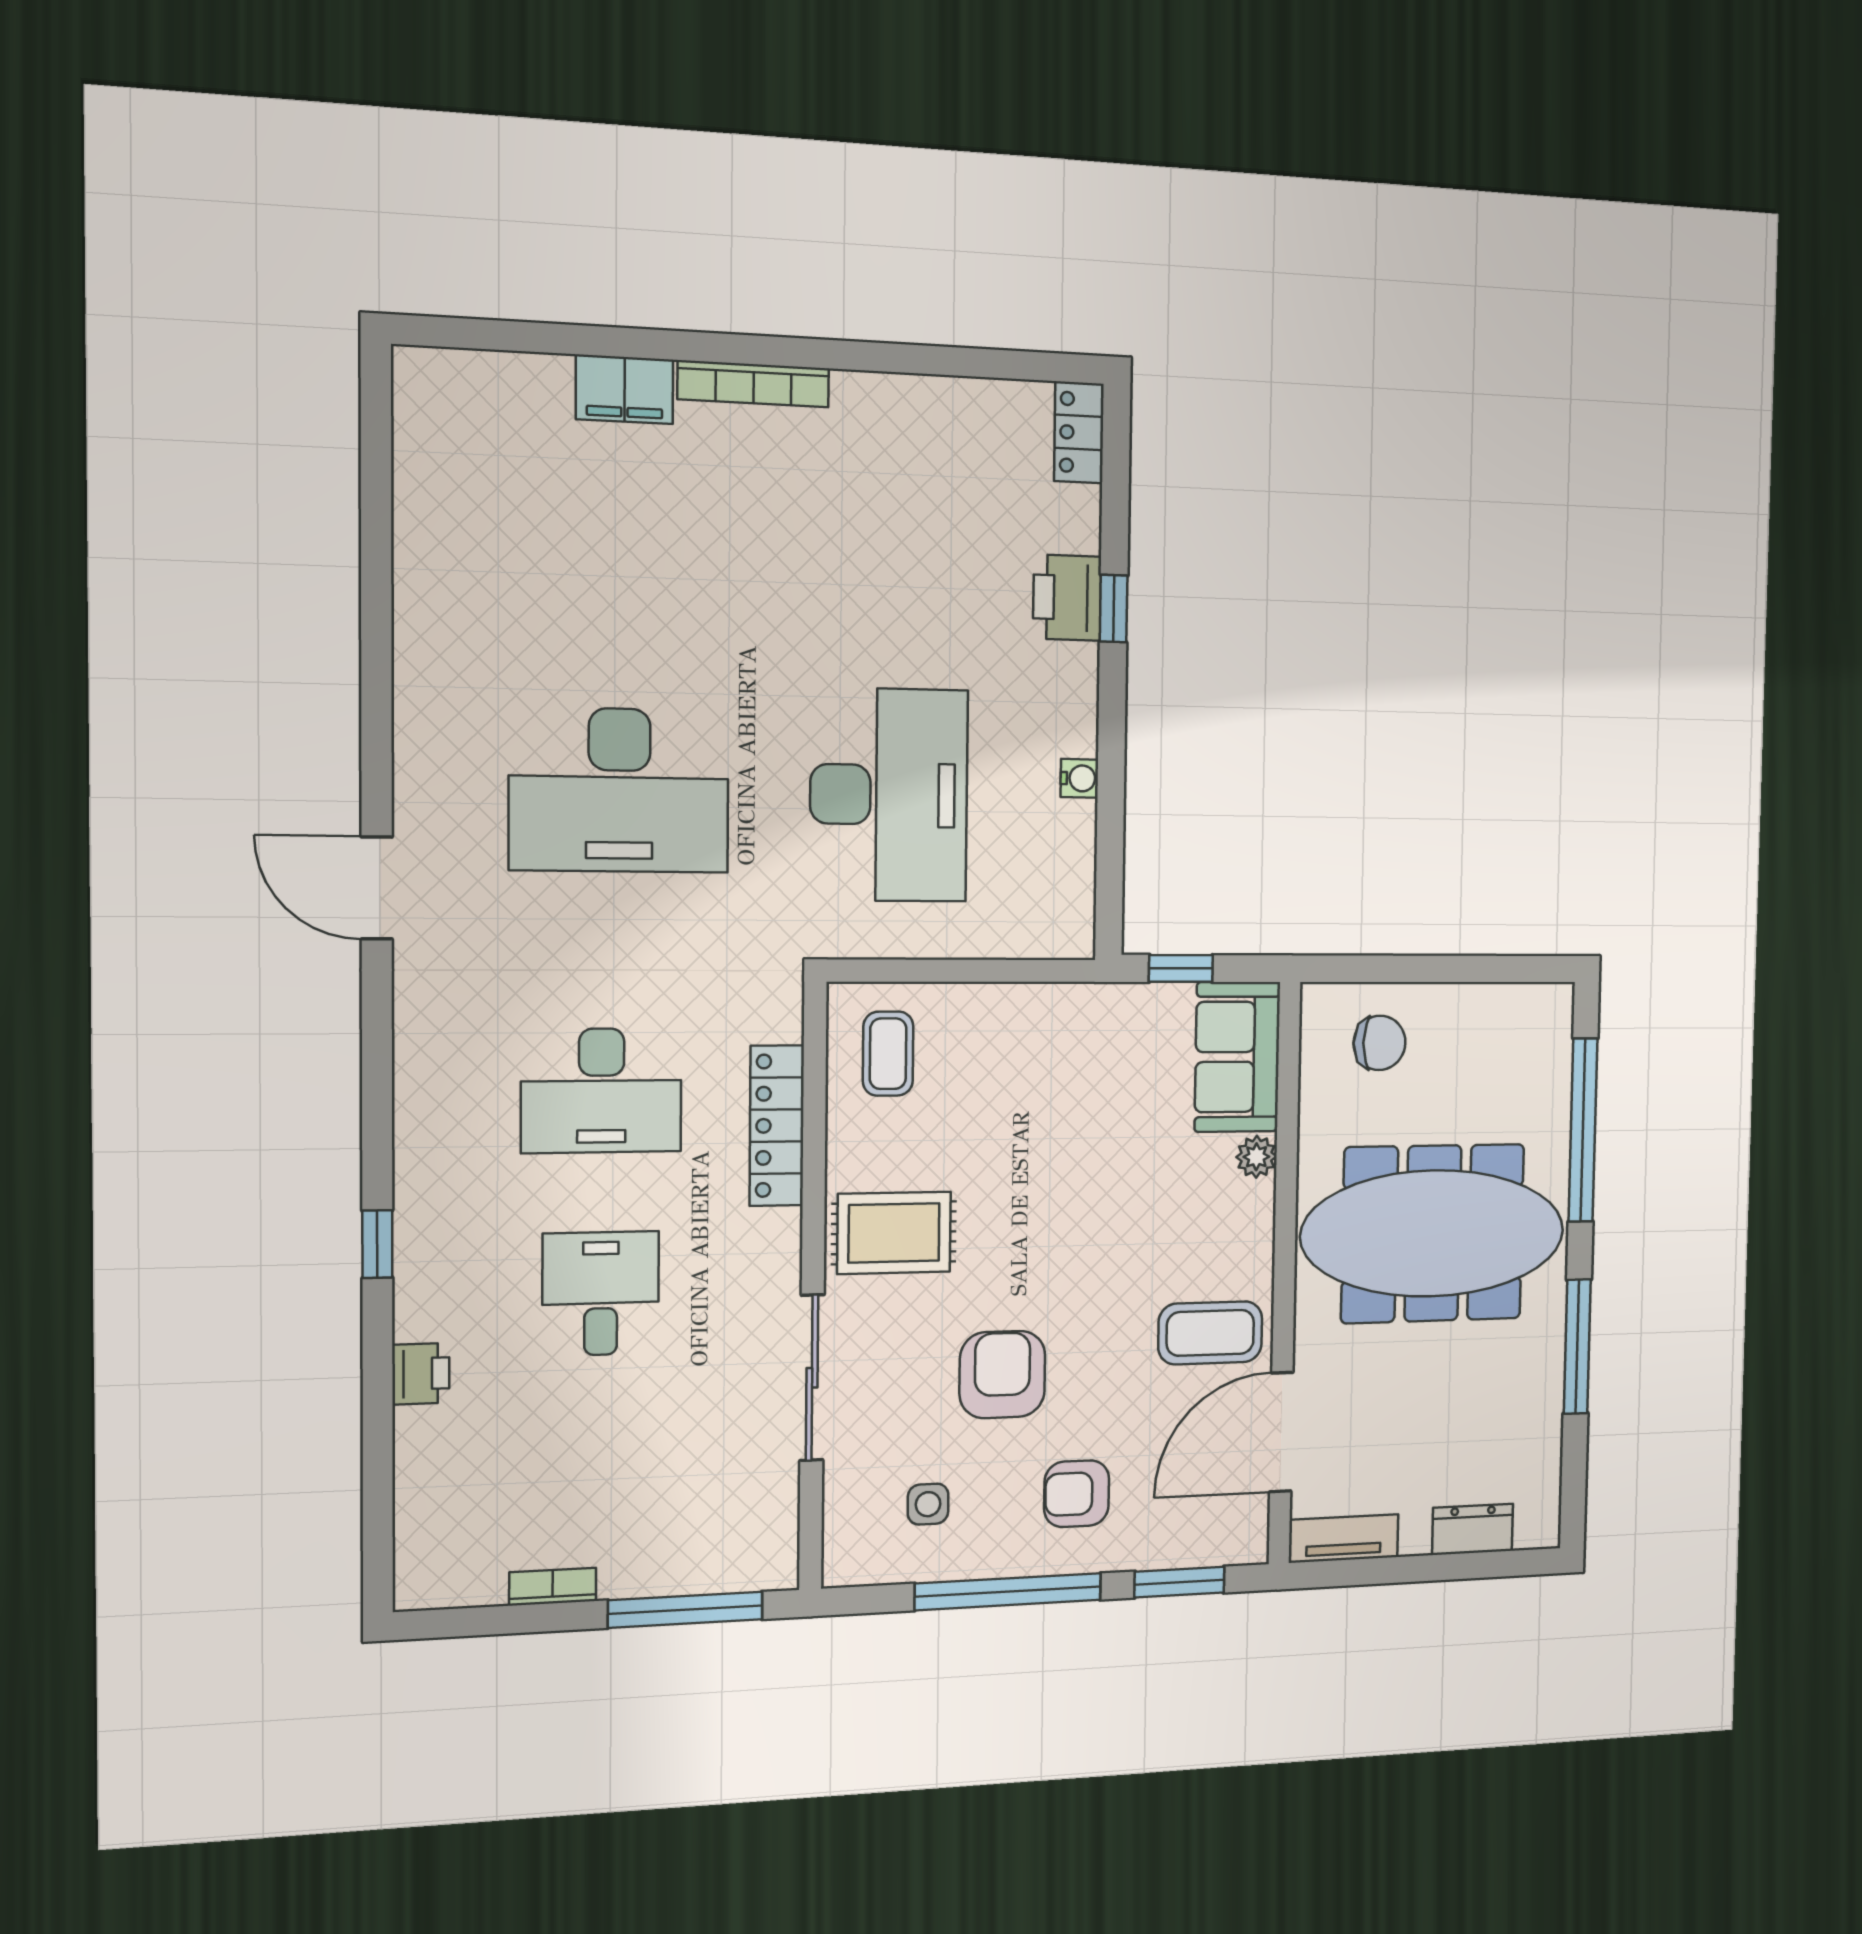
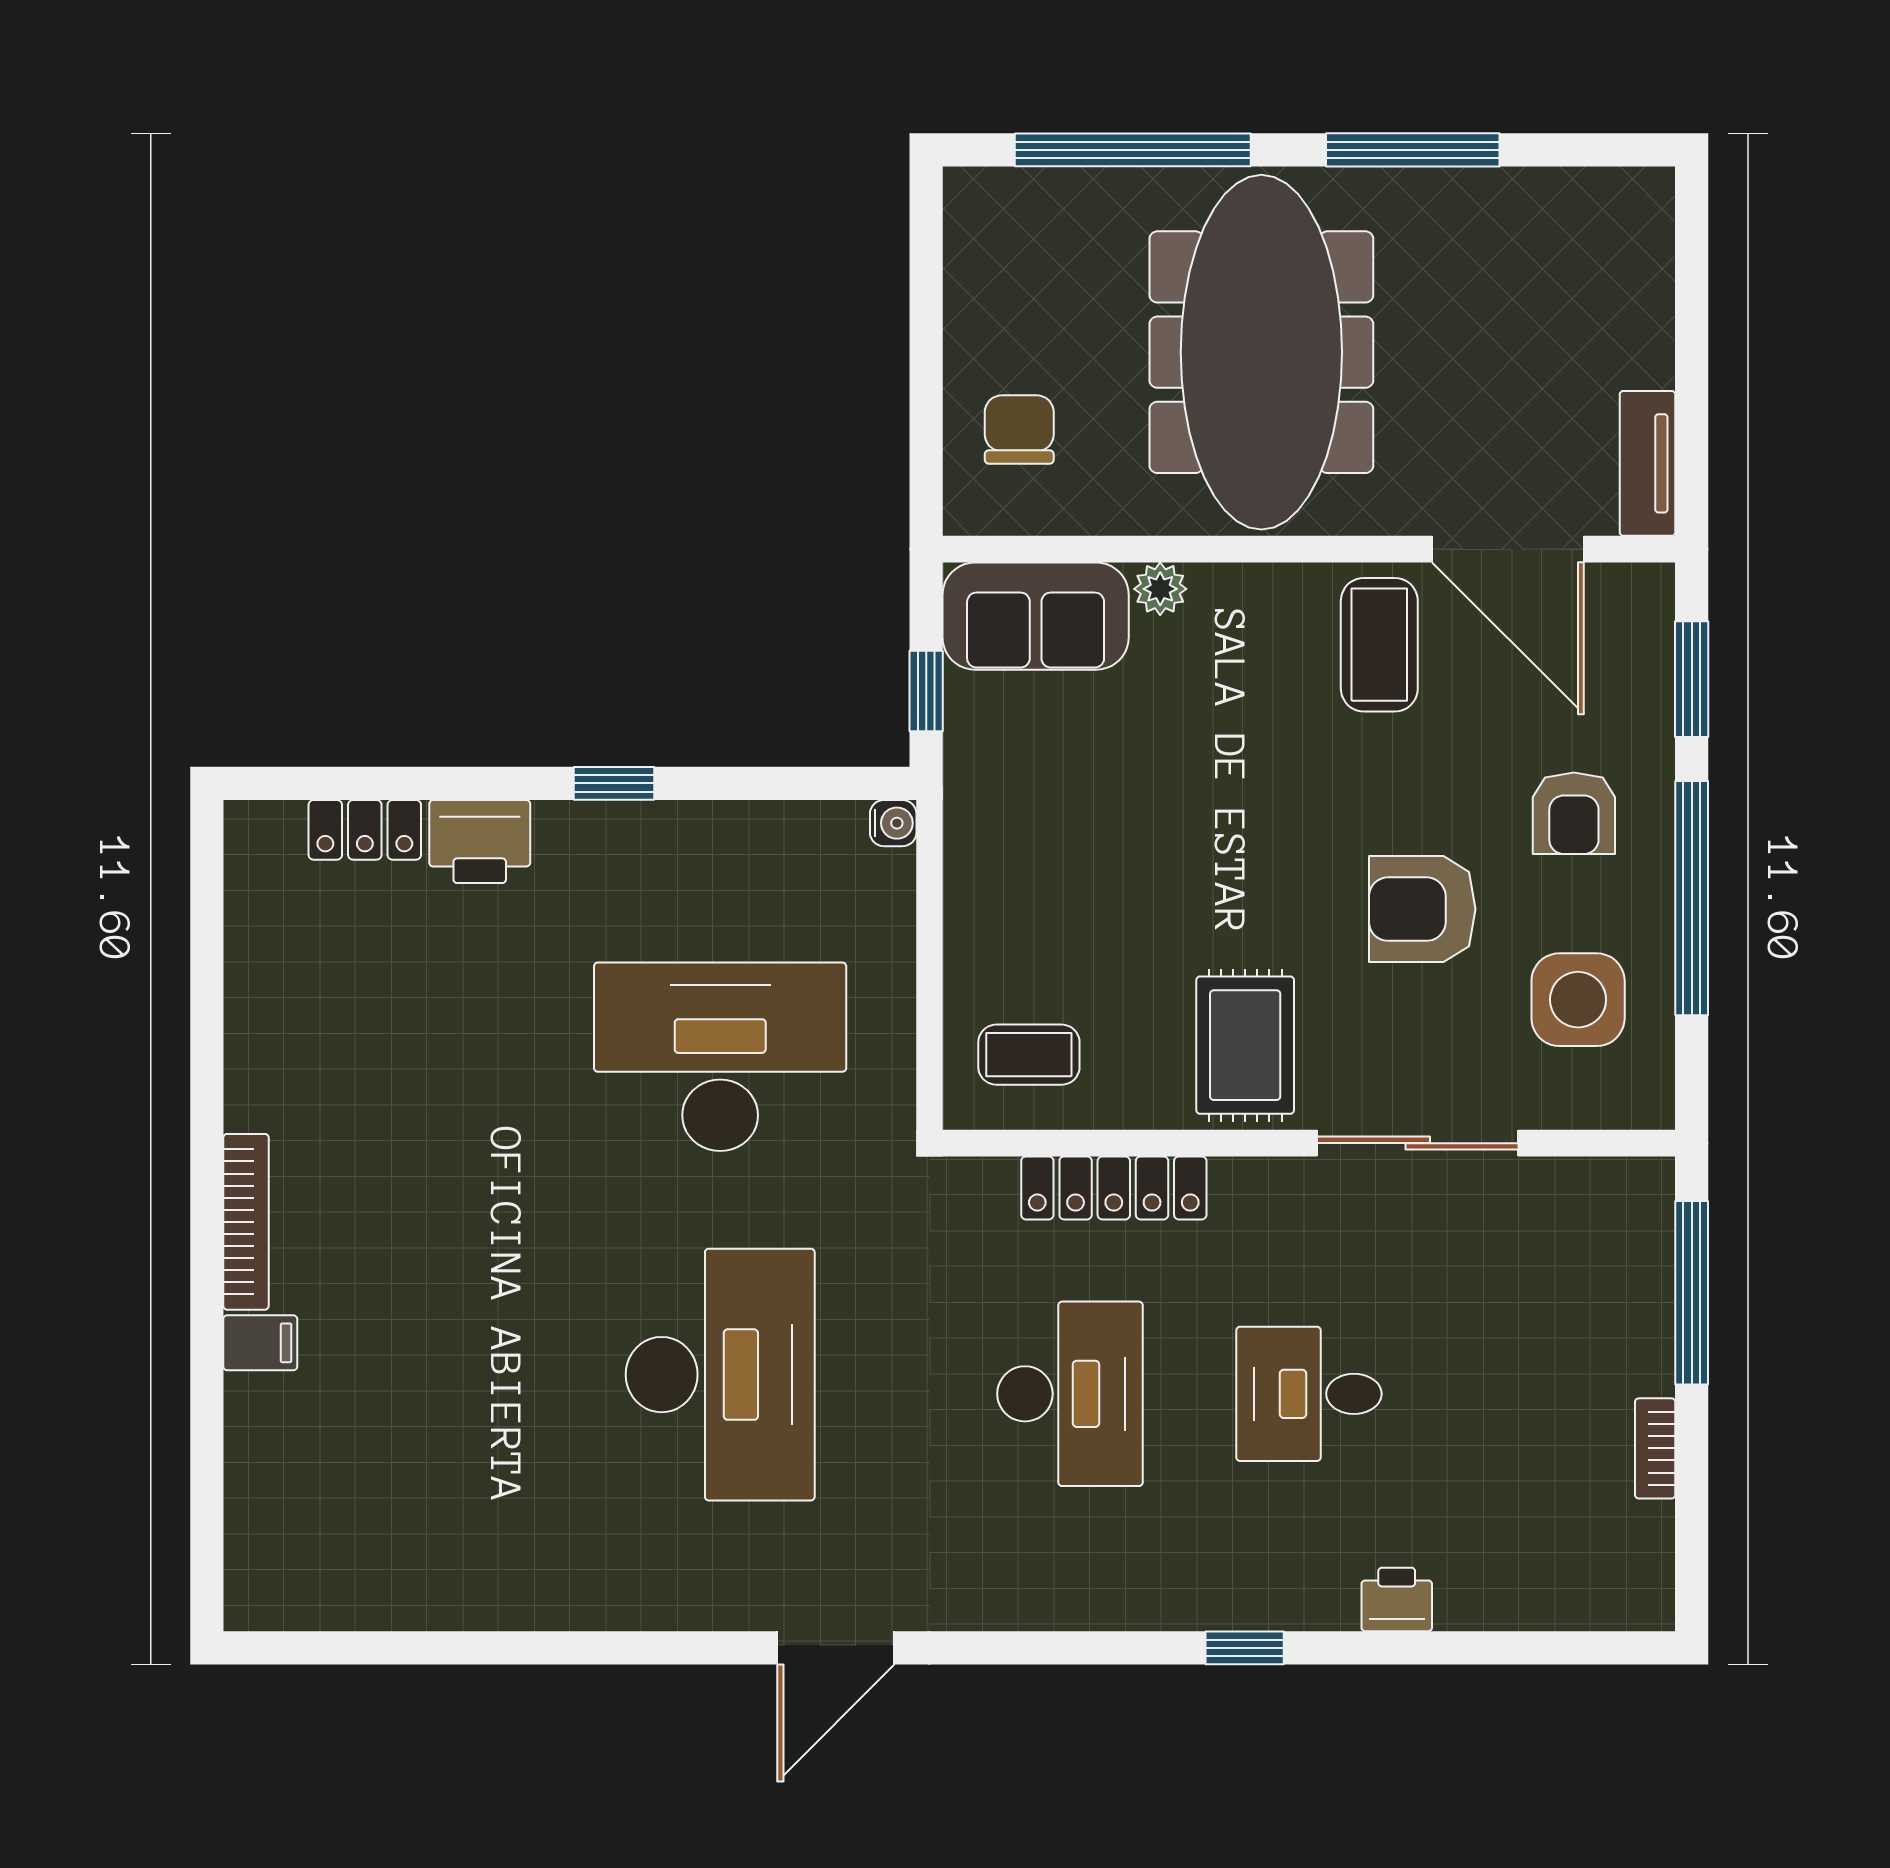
filing cabinet: (625, 389) -> (260, 1343), width x0.50
locker: (1079, 432) -> (365, 830), moved
window: (1114, 608) -> (614, 783), moved
water cooler: (1079, 778) -> (893, 823), moved, turned 90
side table: (928, 1504) -> (1578, 1000), width x1.87, depth x1.87
dresser: (1473, 1529) -> (1644, 288), removed

